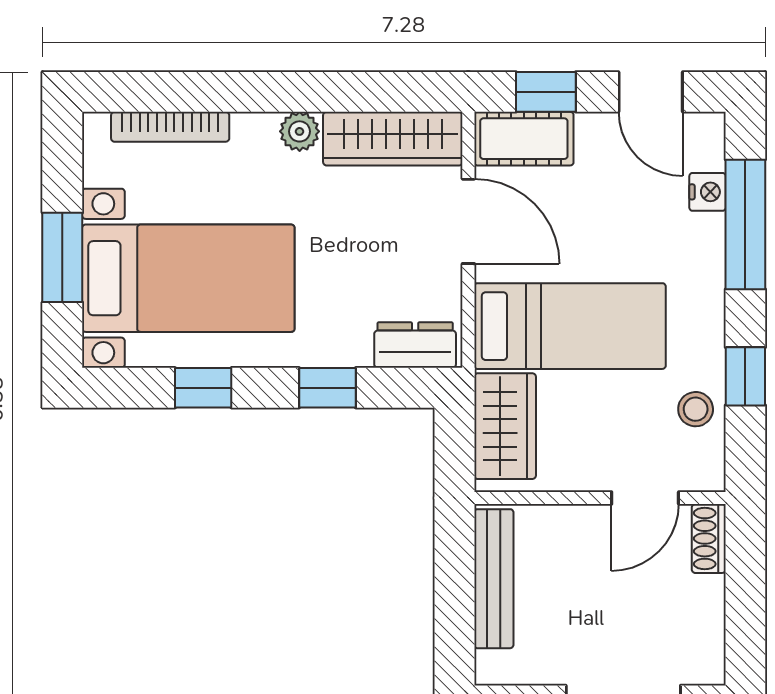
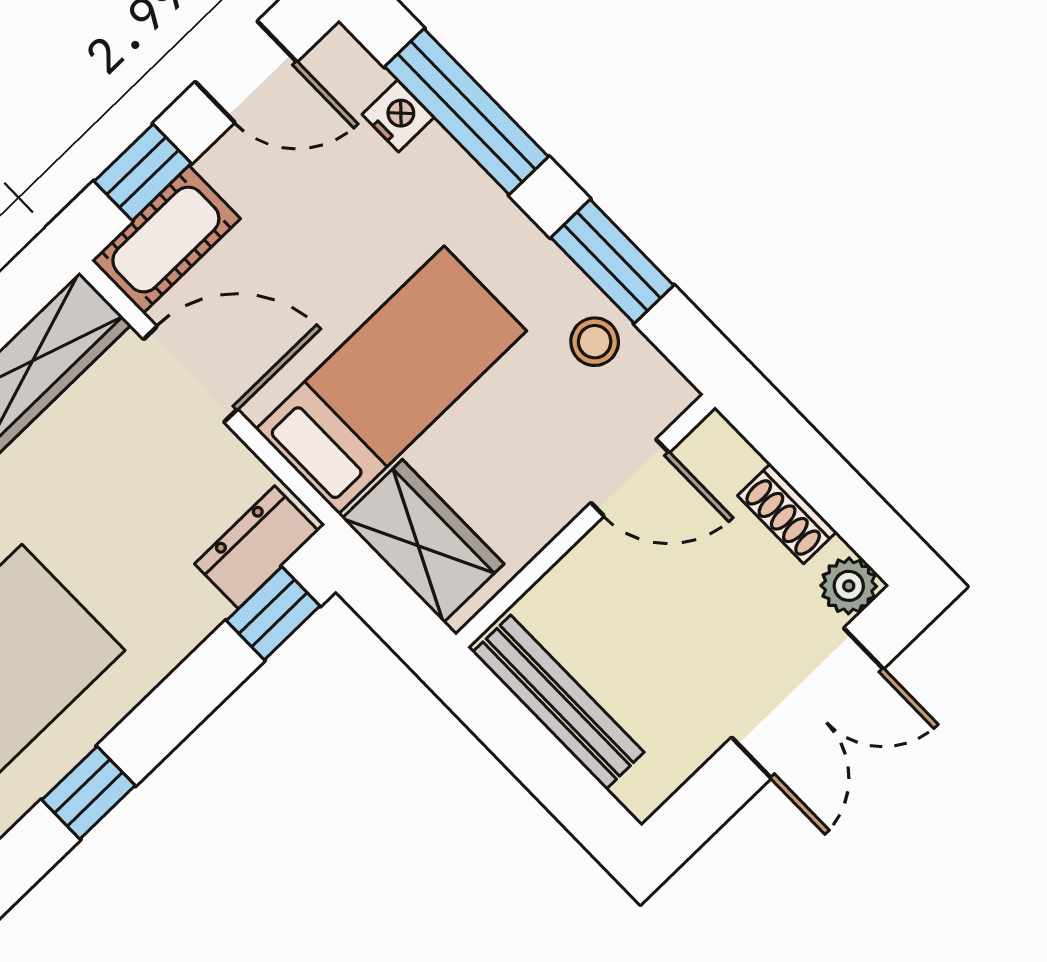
window: (745, 376) -> (612, 261), width x1.50
window: (327, 388) -> (273, 613), moved
door: (645, 498) -> (630, 478), hinge flipped
shoe rack: (709, 538) -> (787, 514), moved
plant: (704, 665) -> (849, 586), added

